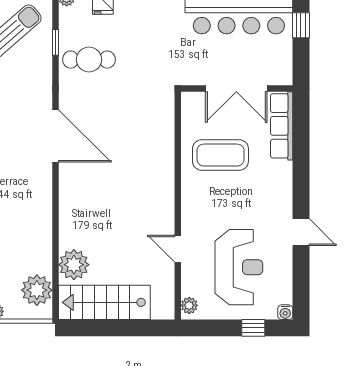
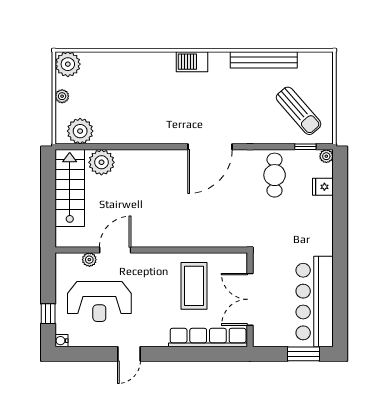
window: (301, 25) -> (303, 354), width x1.50
window: (55, 42) -> (305, 147), moved
row of seats: (282, 126) -> (208, 338), width x1.36
door: (178, 249) -> (115, 250), width x1.38
plant: (189, 305) -> (89, 260), moved

